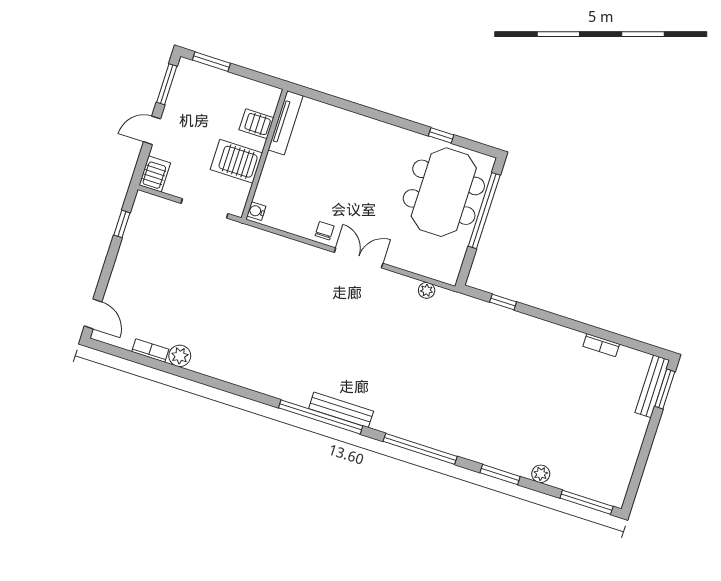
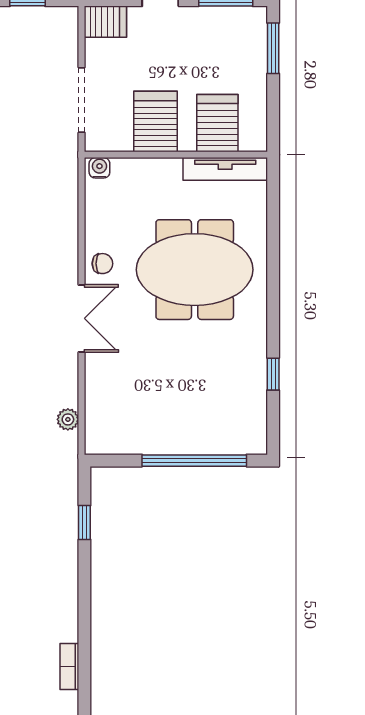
server rack: (256, 124) -> (217, 123), width x1.36, depth x1.44
meeting table: (444, 192) -> (195, 270), moved

